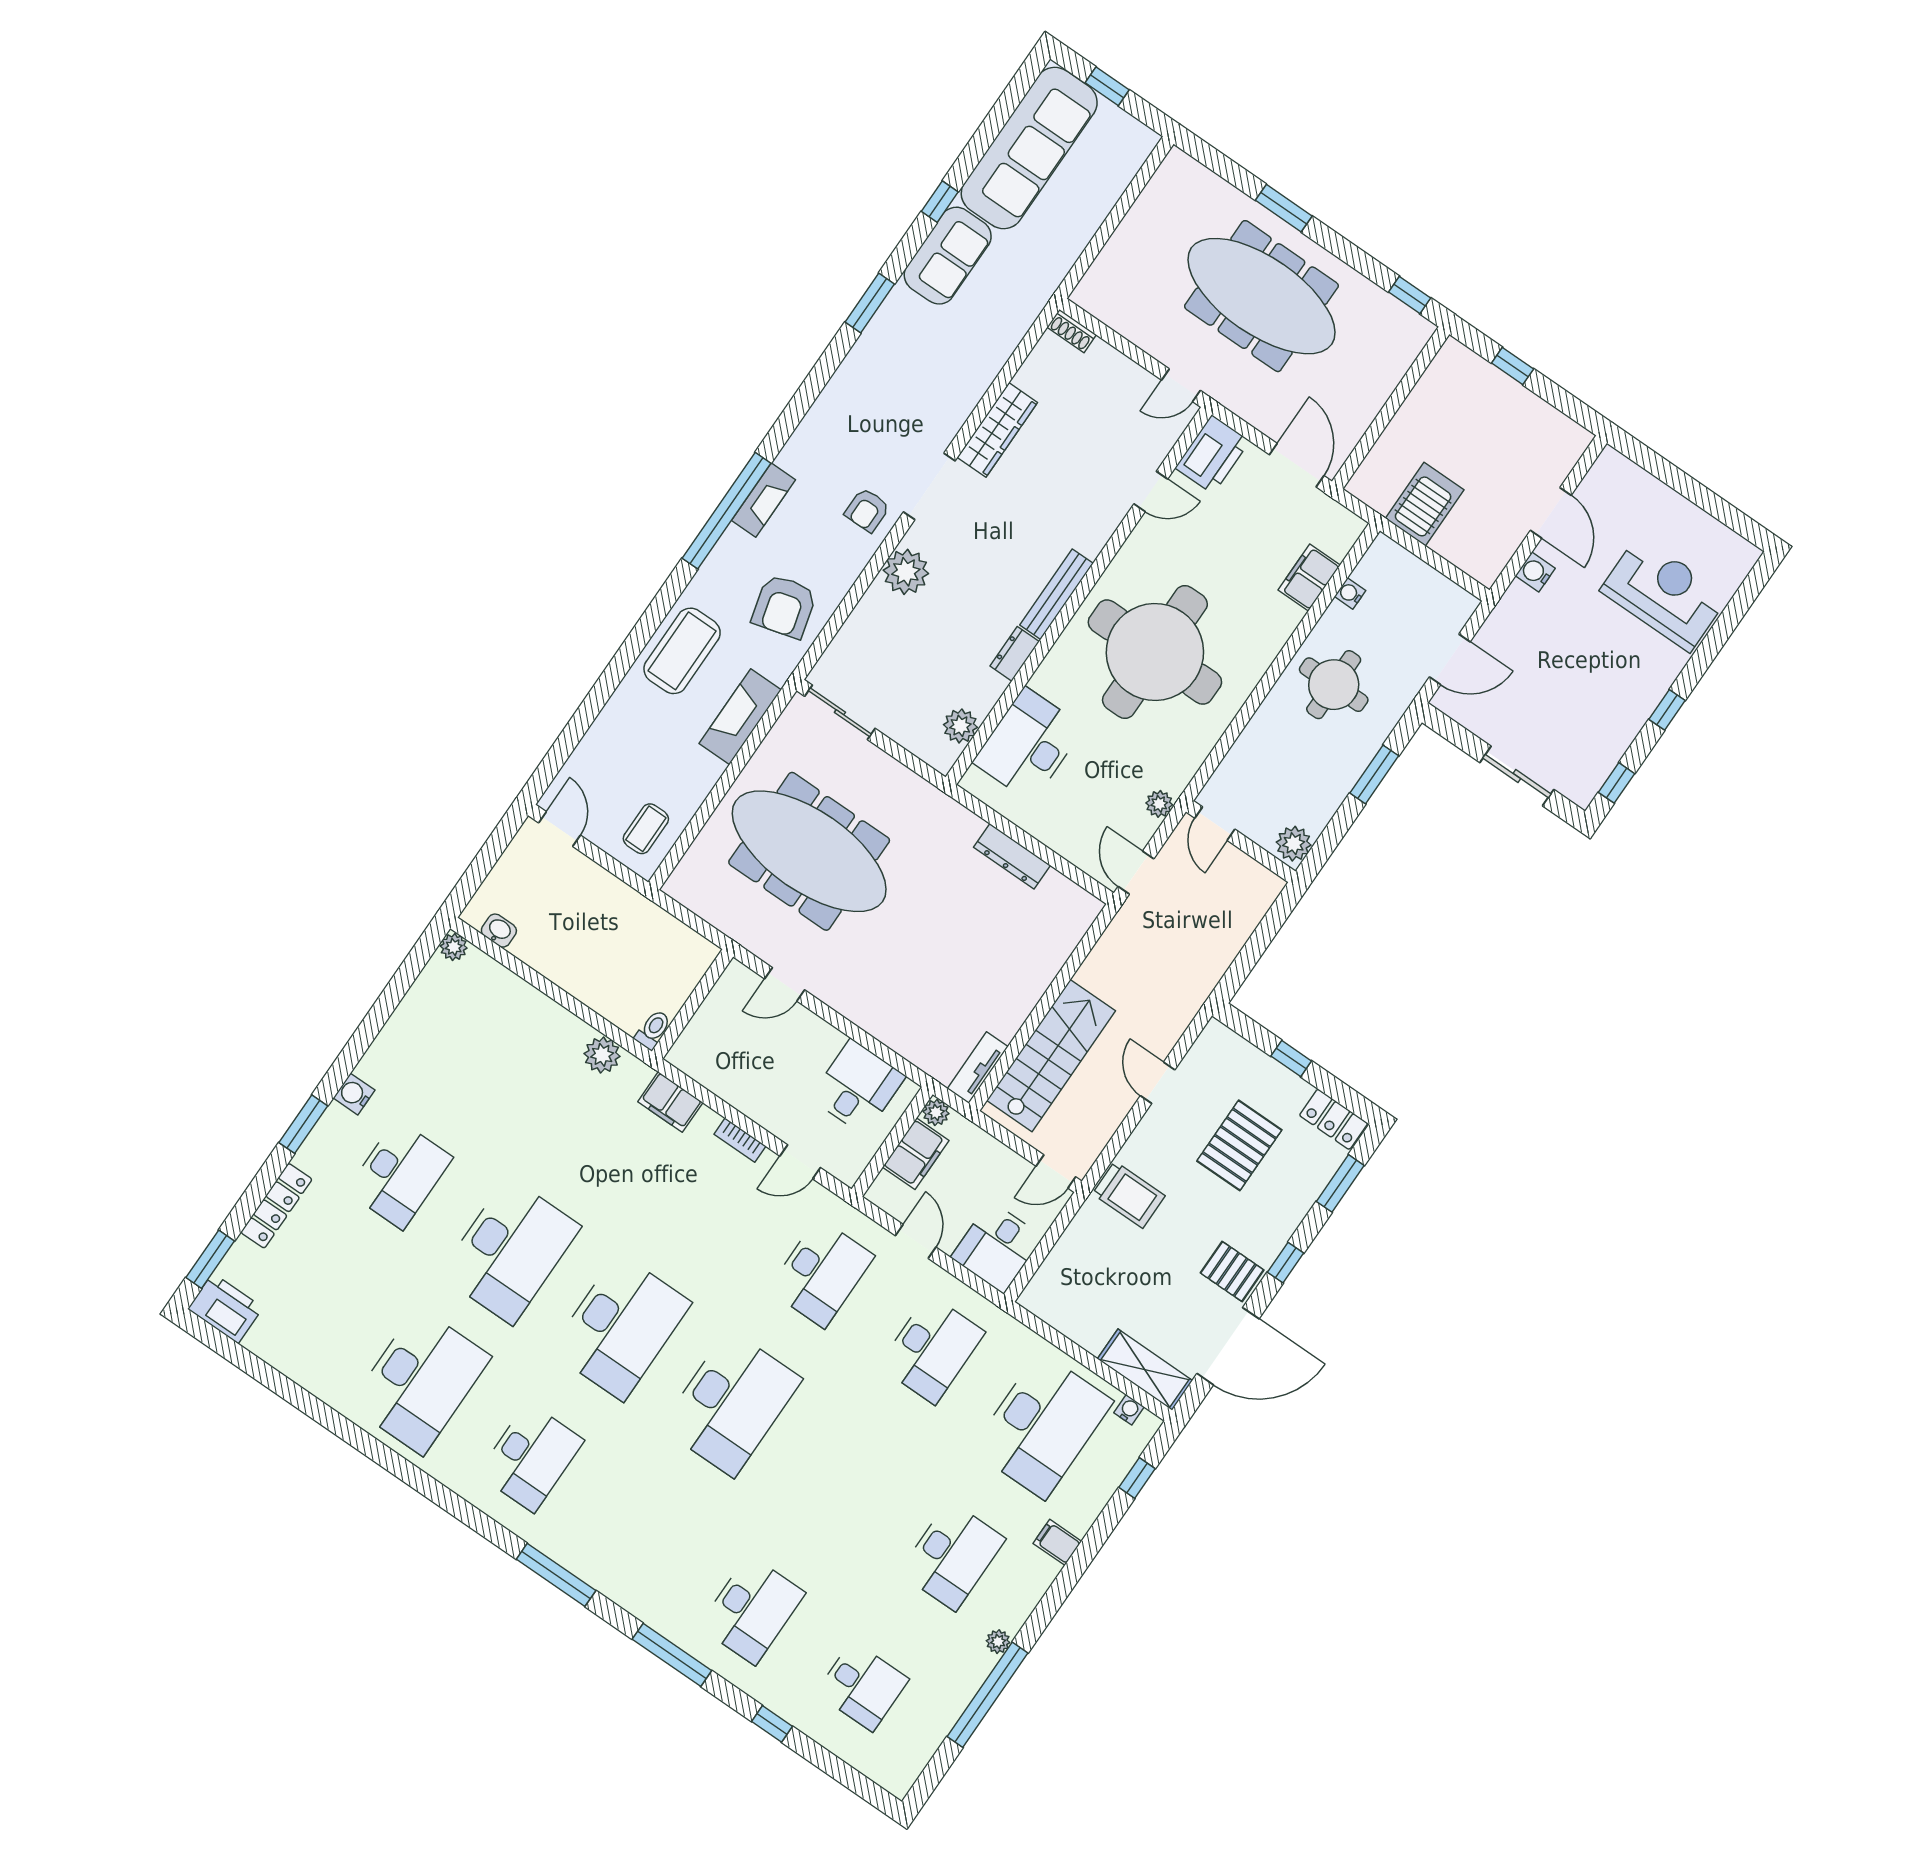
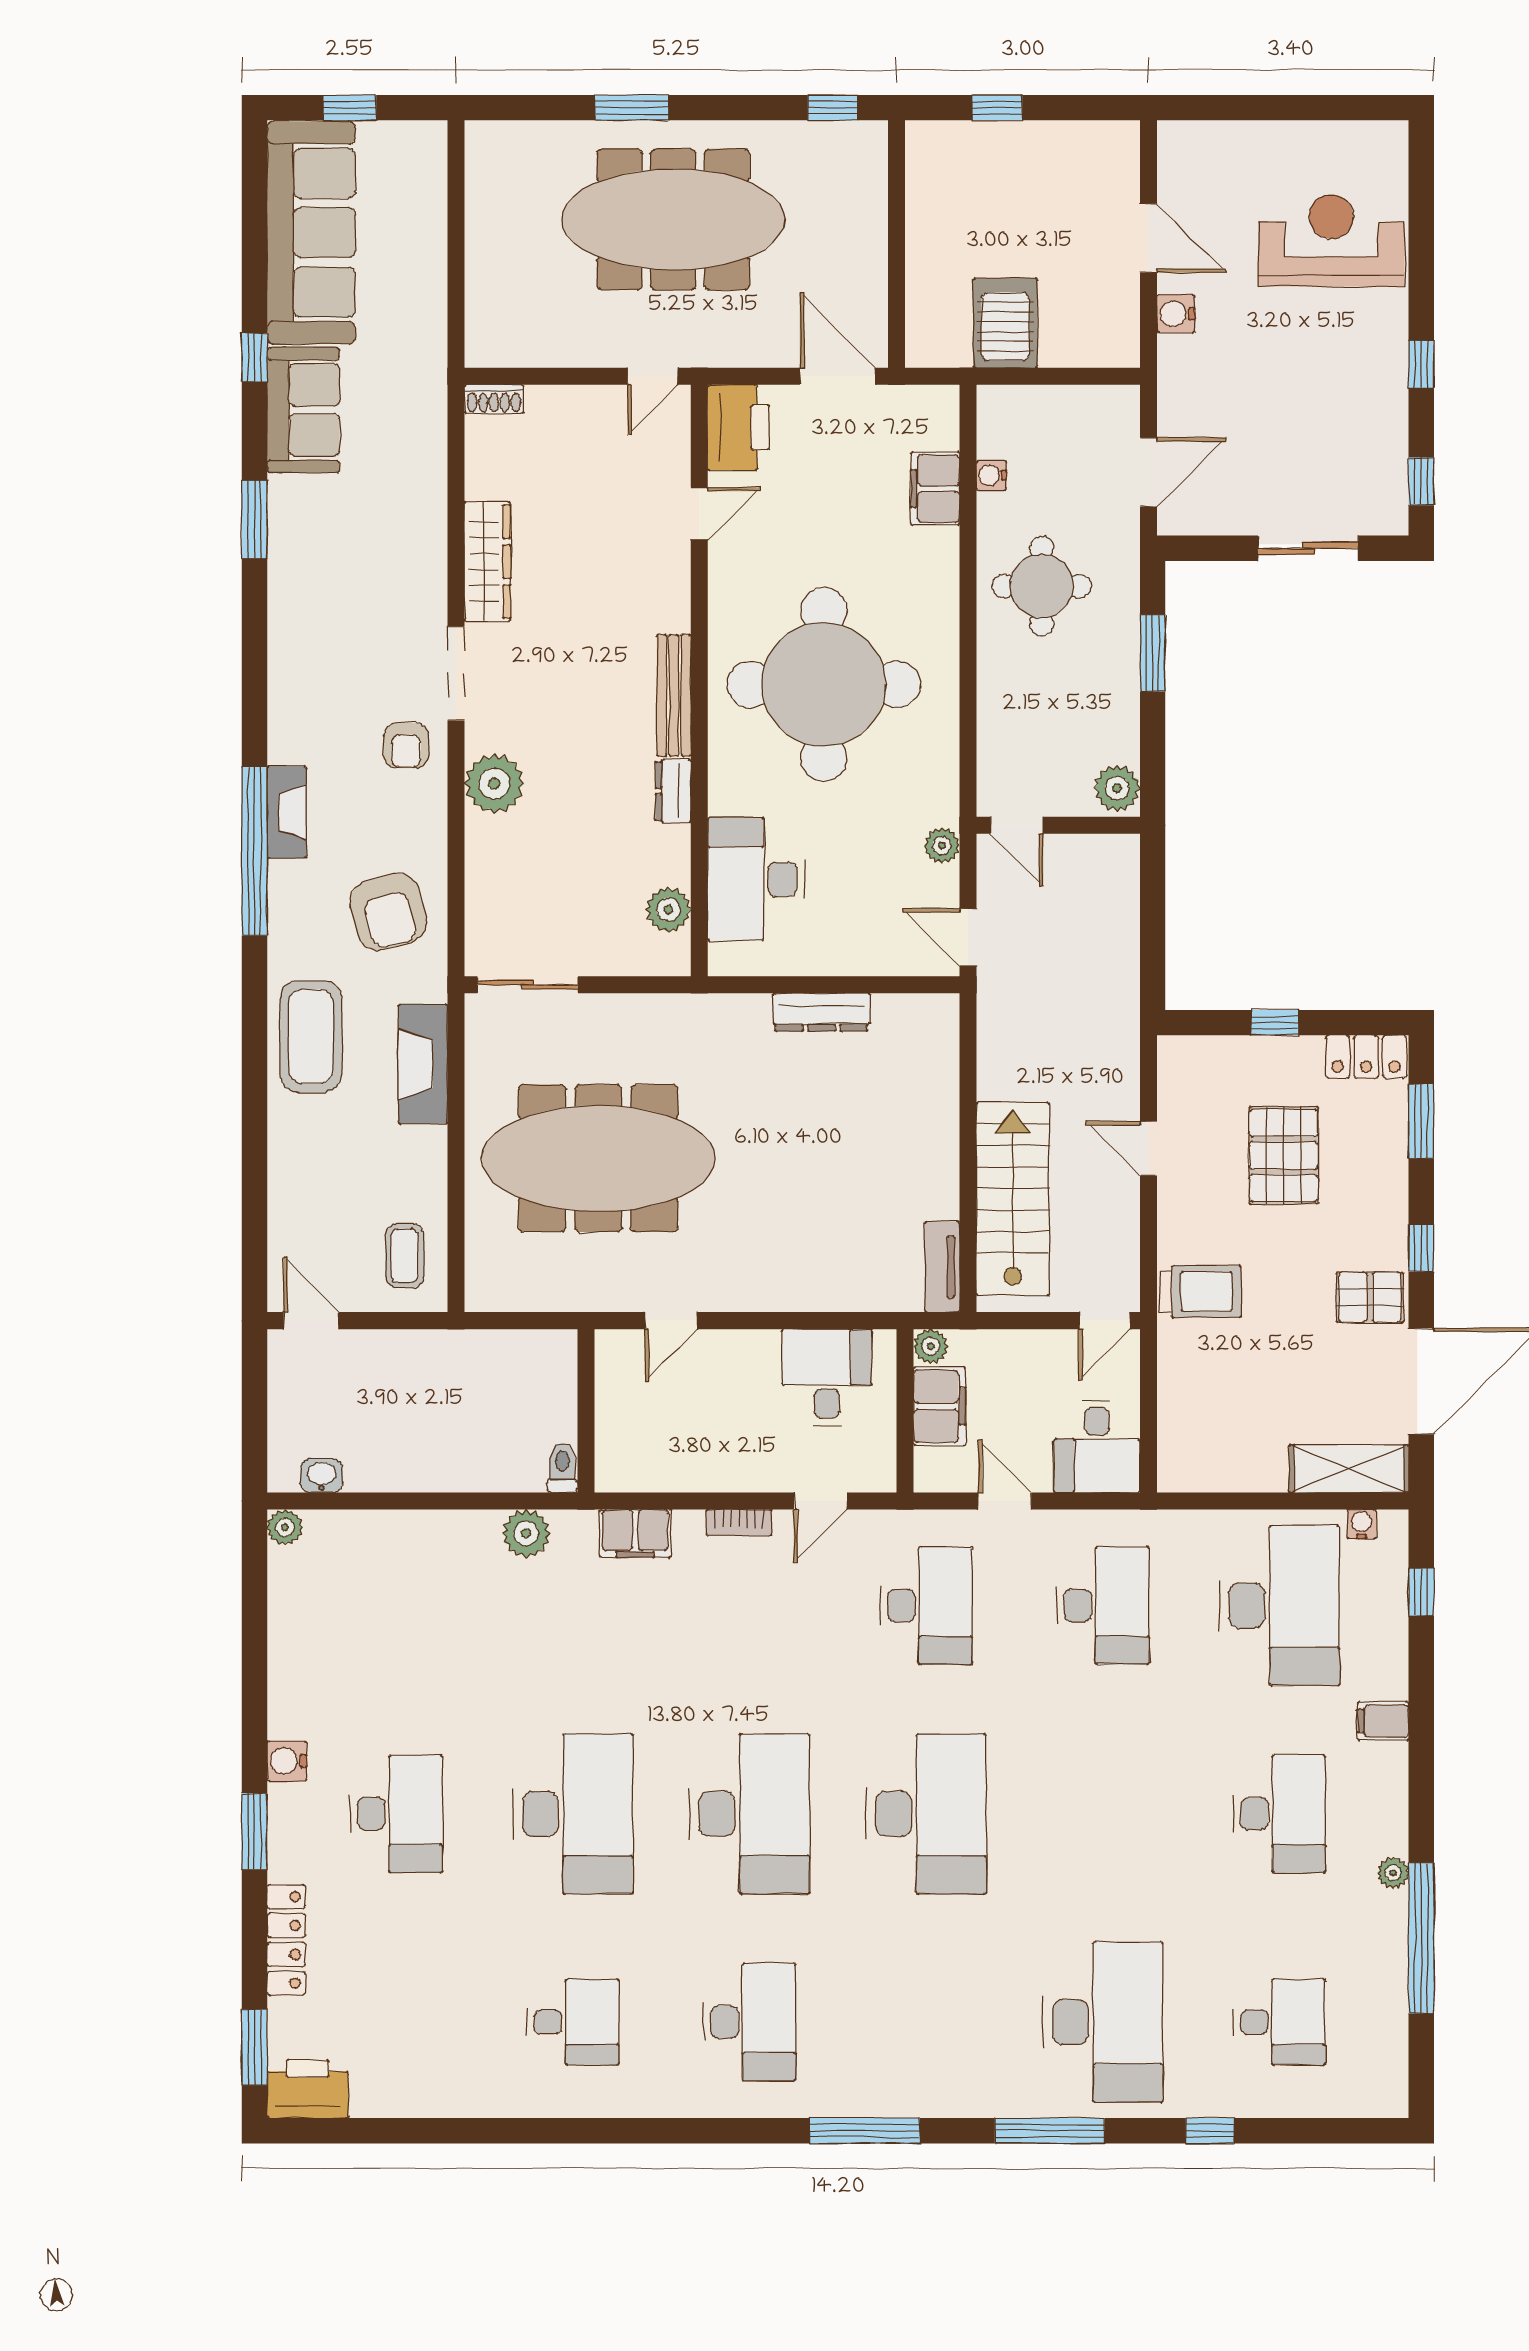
desk: (420, 1381) -> (573, 2022), width x0.53, depth x0.77
desk: (752, 1610) -> (1103, 2022), width x1.36, depth x1.30

